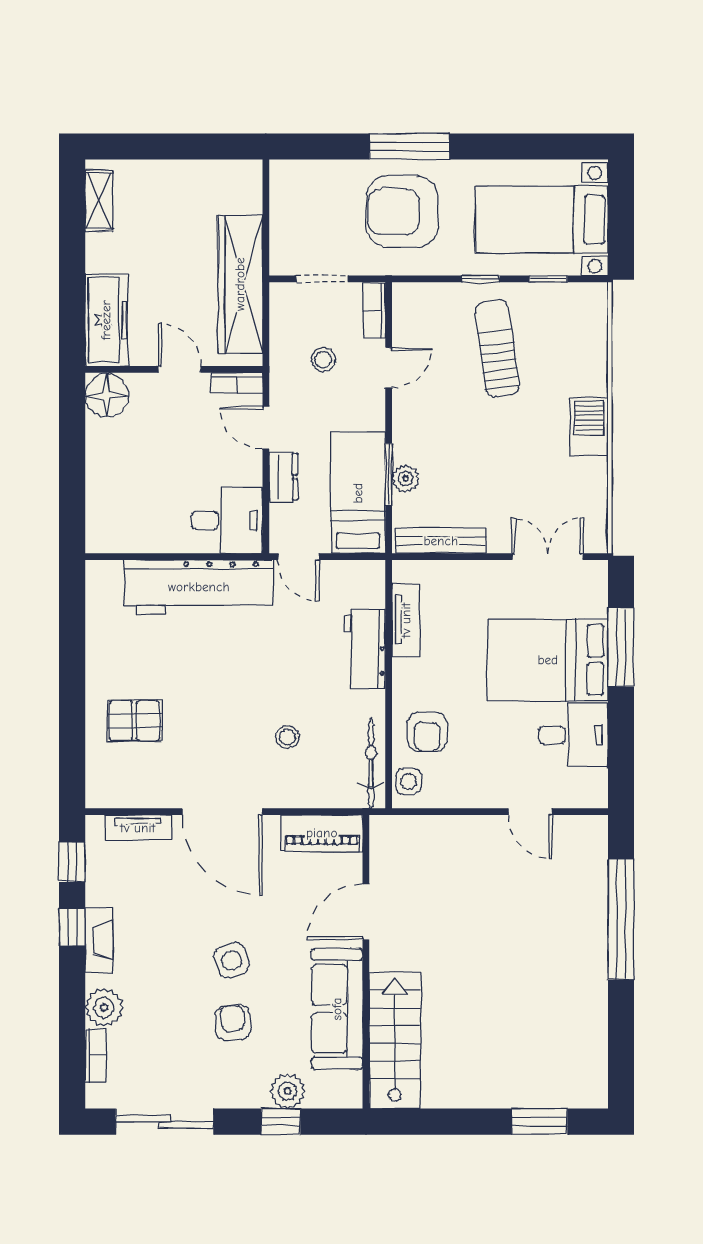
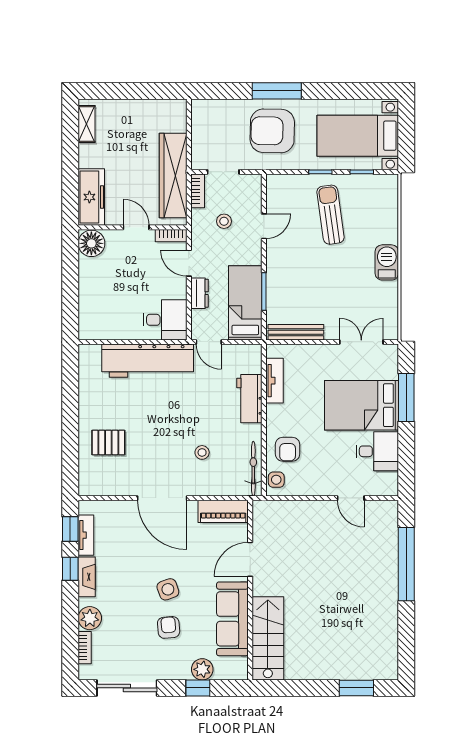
bookcase: (374, 311) -> (198, 191), moved, turned 180
plant: (405, 479) -> (274, 294), removed
tv unit: (138, 828) -> (86, 535), moved, turned -90

